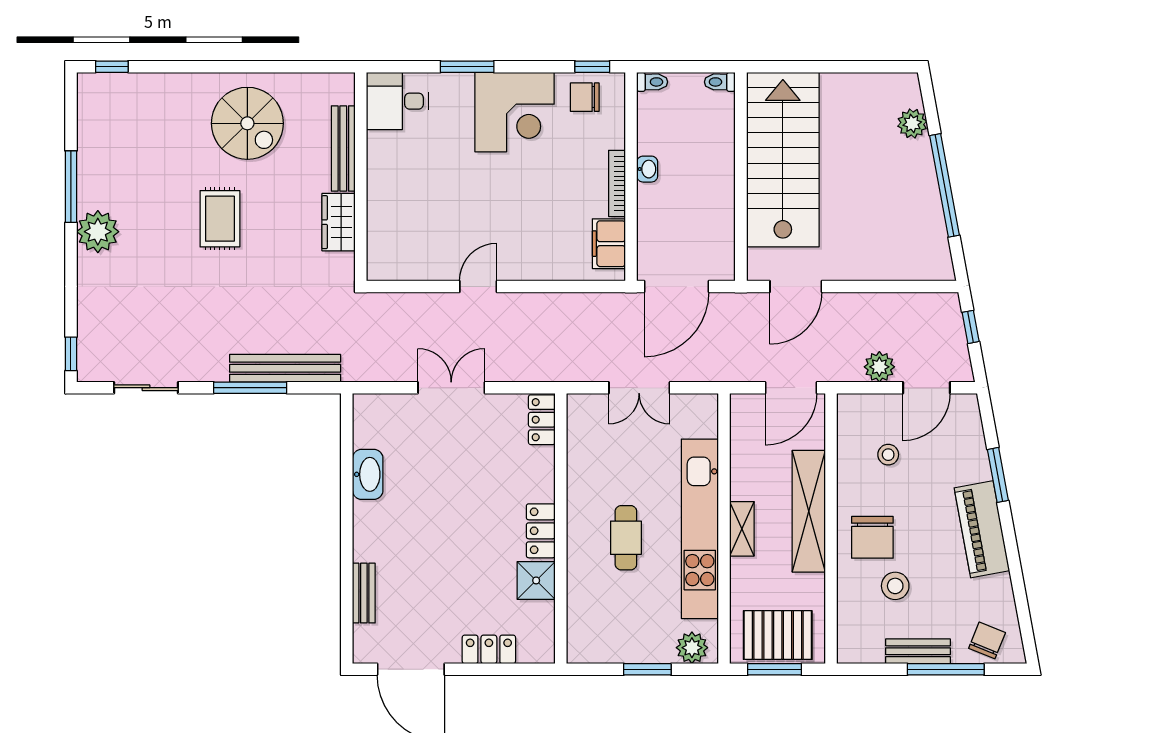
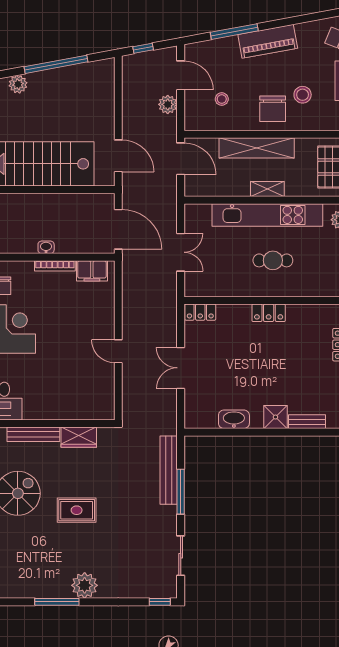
window: (998, 475) -> (234, 32), width x1.44
chair: (872, 537) -> (273, 109), turned 90
shower: (536, 580) -> (275, 417), moved

